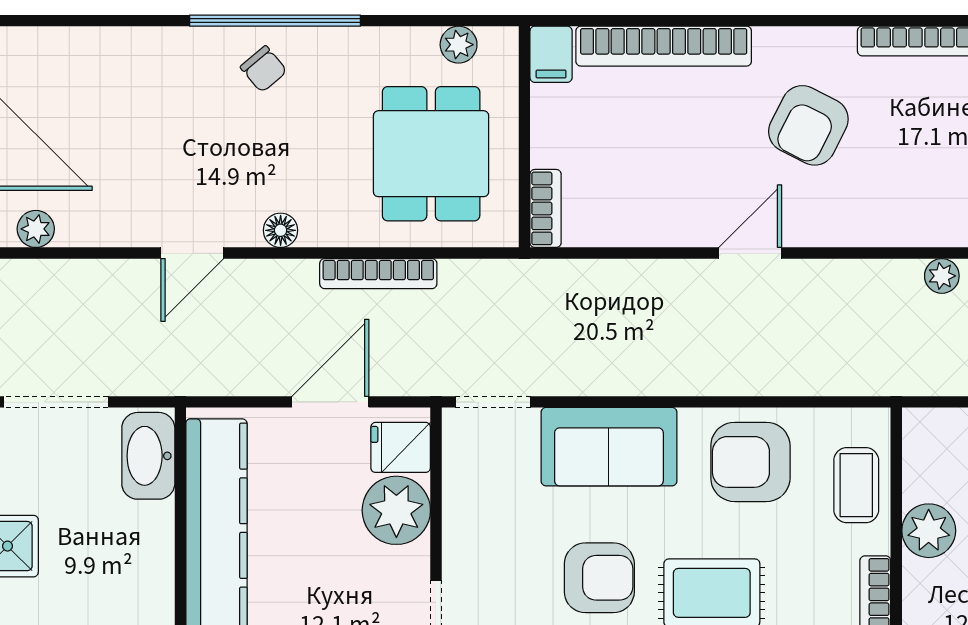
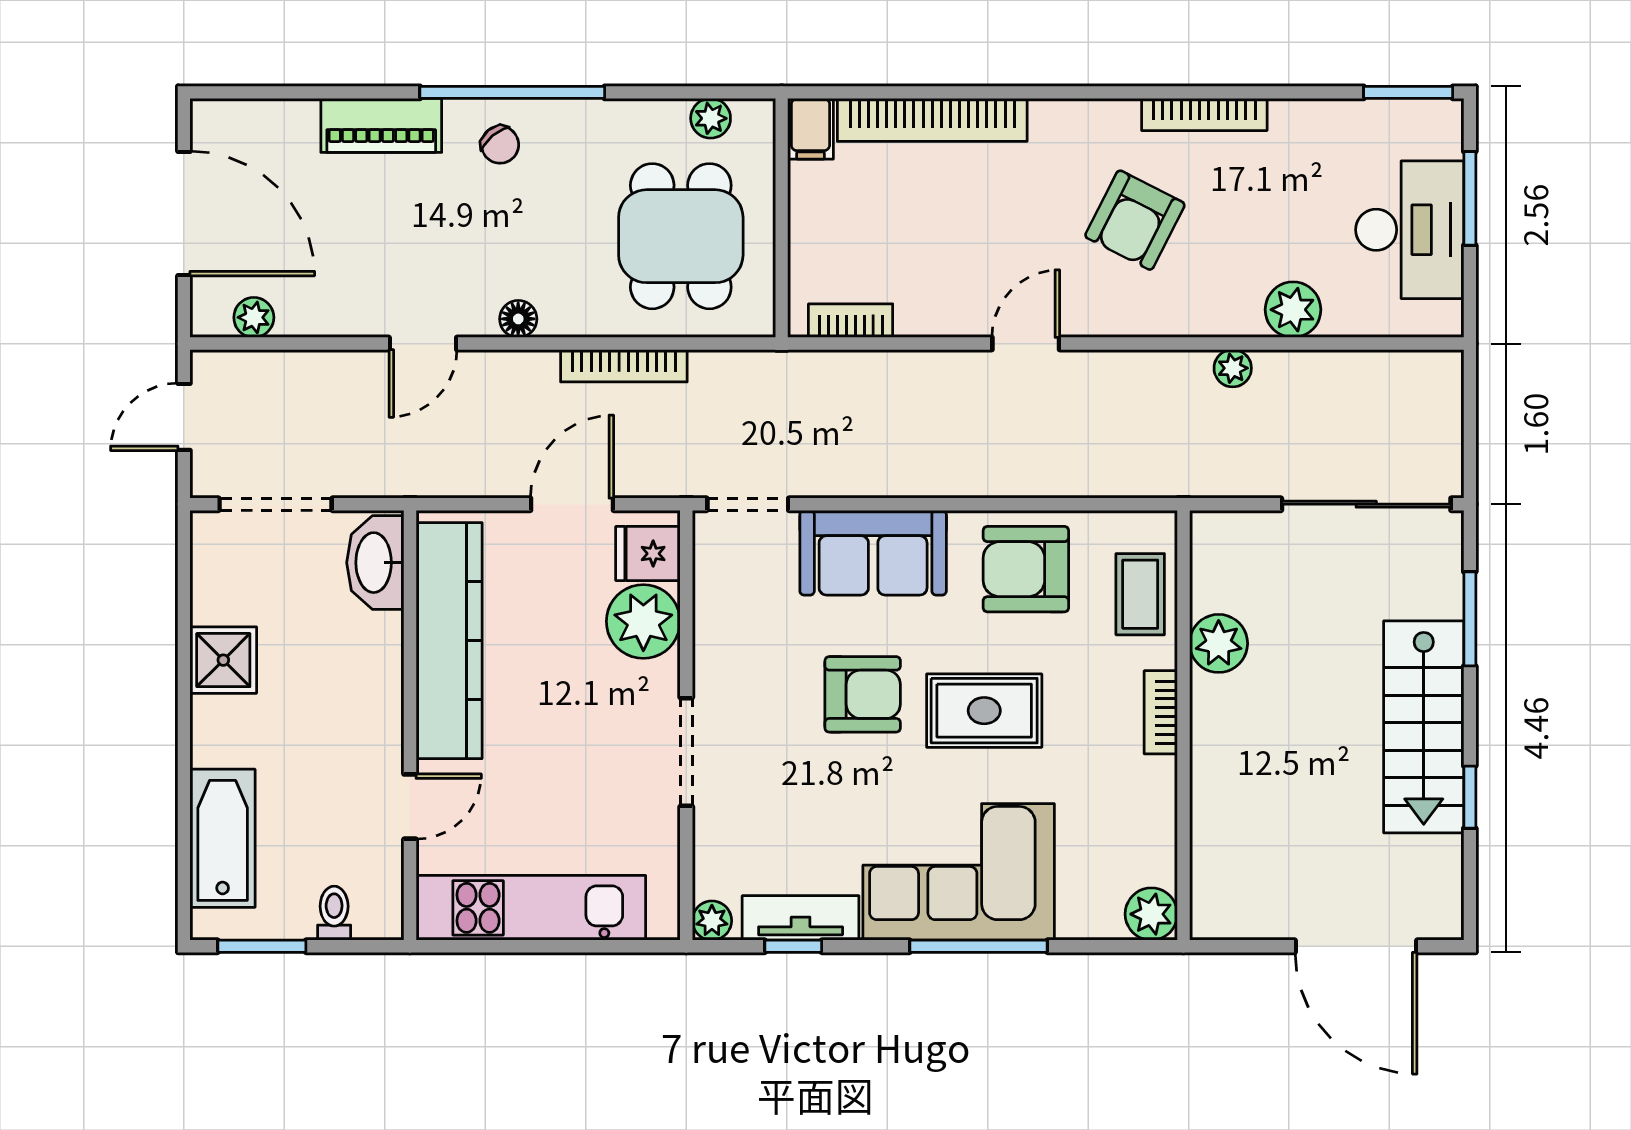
piano: (154, 51) -> (381, 125), added
armchair: (808, 125) -> (1135, 220), moved
bookcase: (546, 208) -> (851, 321), moved, turned -90

